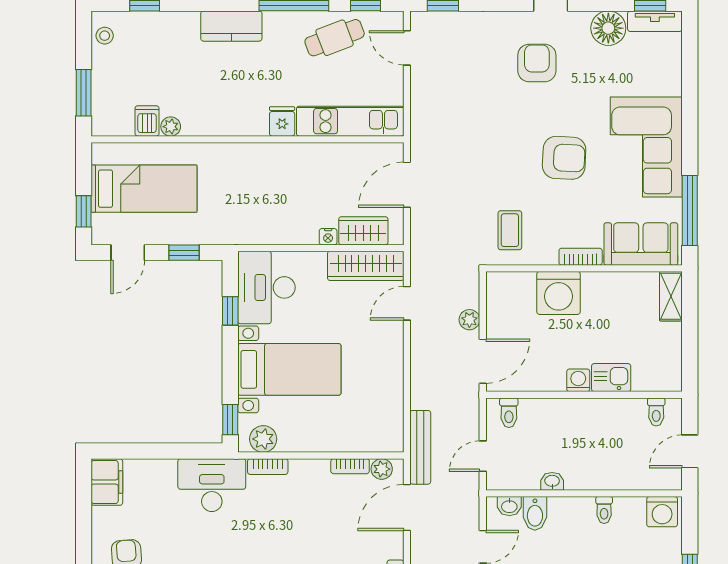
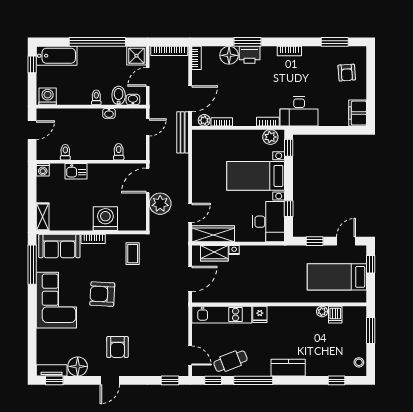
plant: (469, 320) -> (160, 204), width x1.88, depth x1.88
washing machine: (578, 380) -> (43, 170), moved
toilet: (656, 412) -> (65, 152), moved
toilet: (509, 413) -> (119, 152), moved
toilet: (604, 510) -> (96, 97), moved

